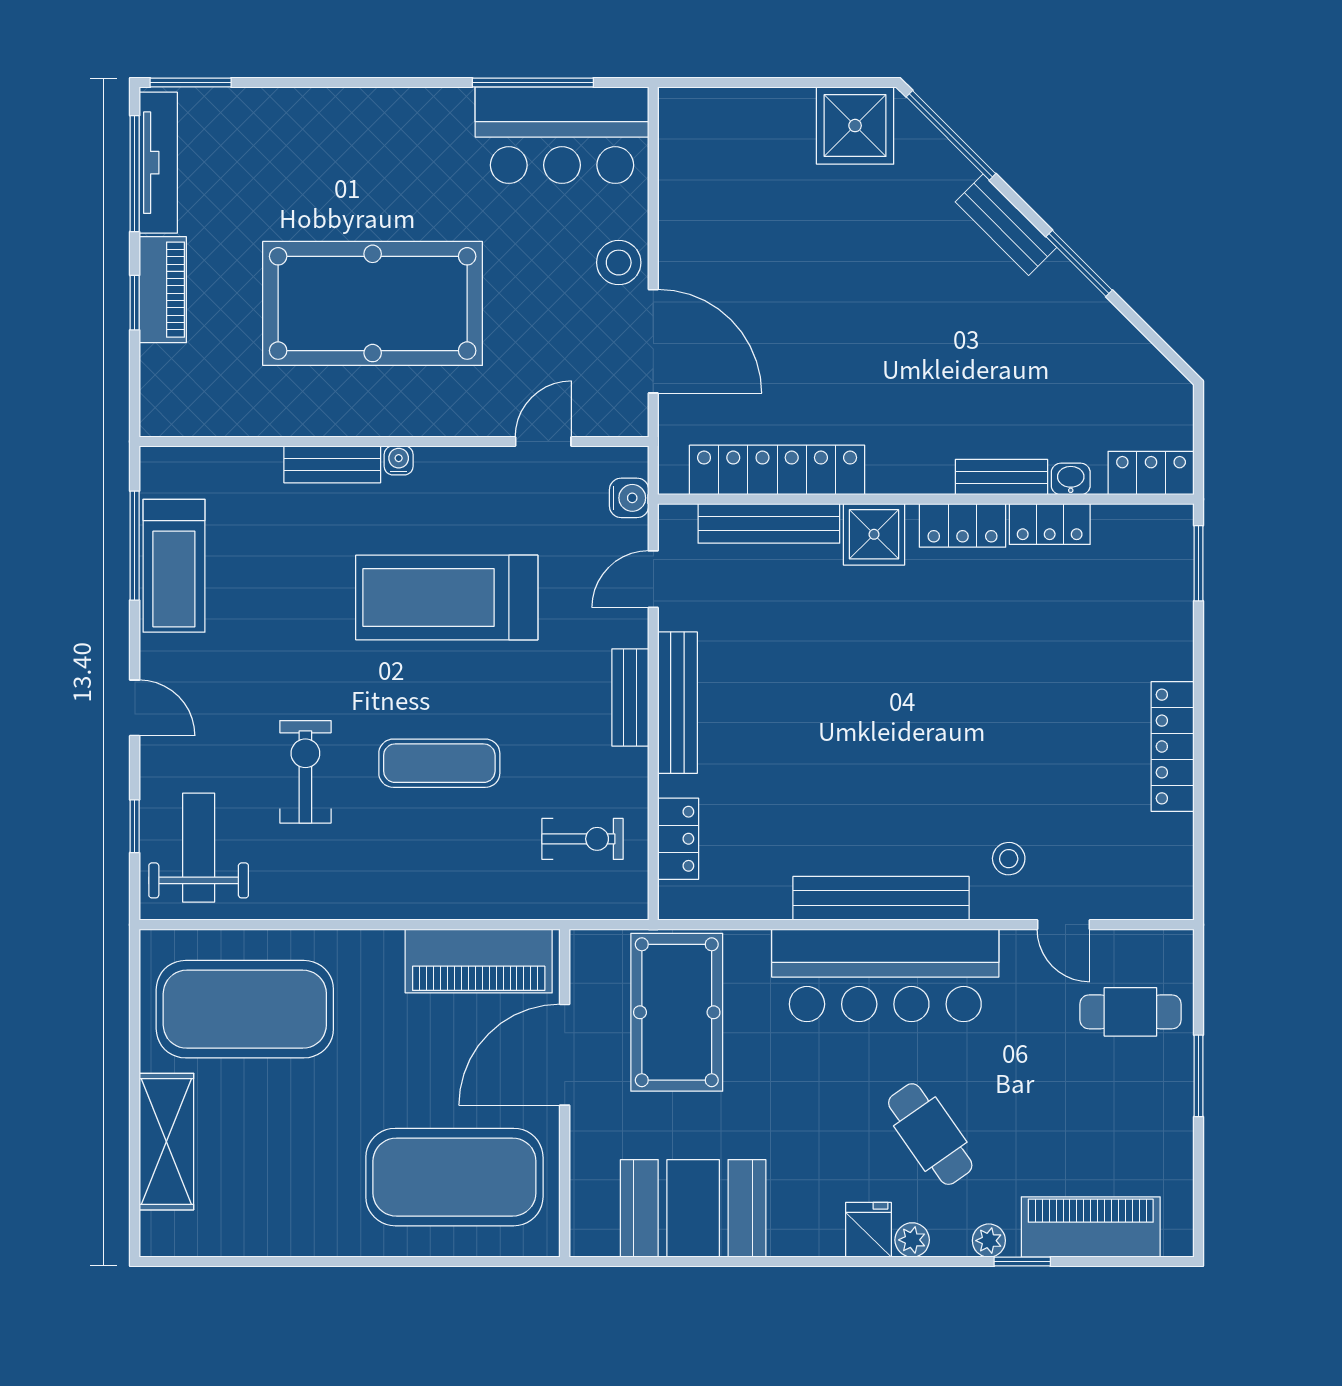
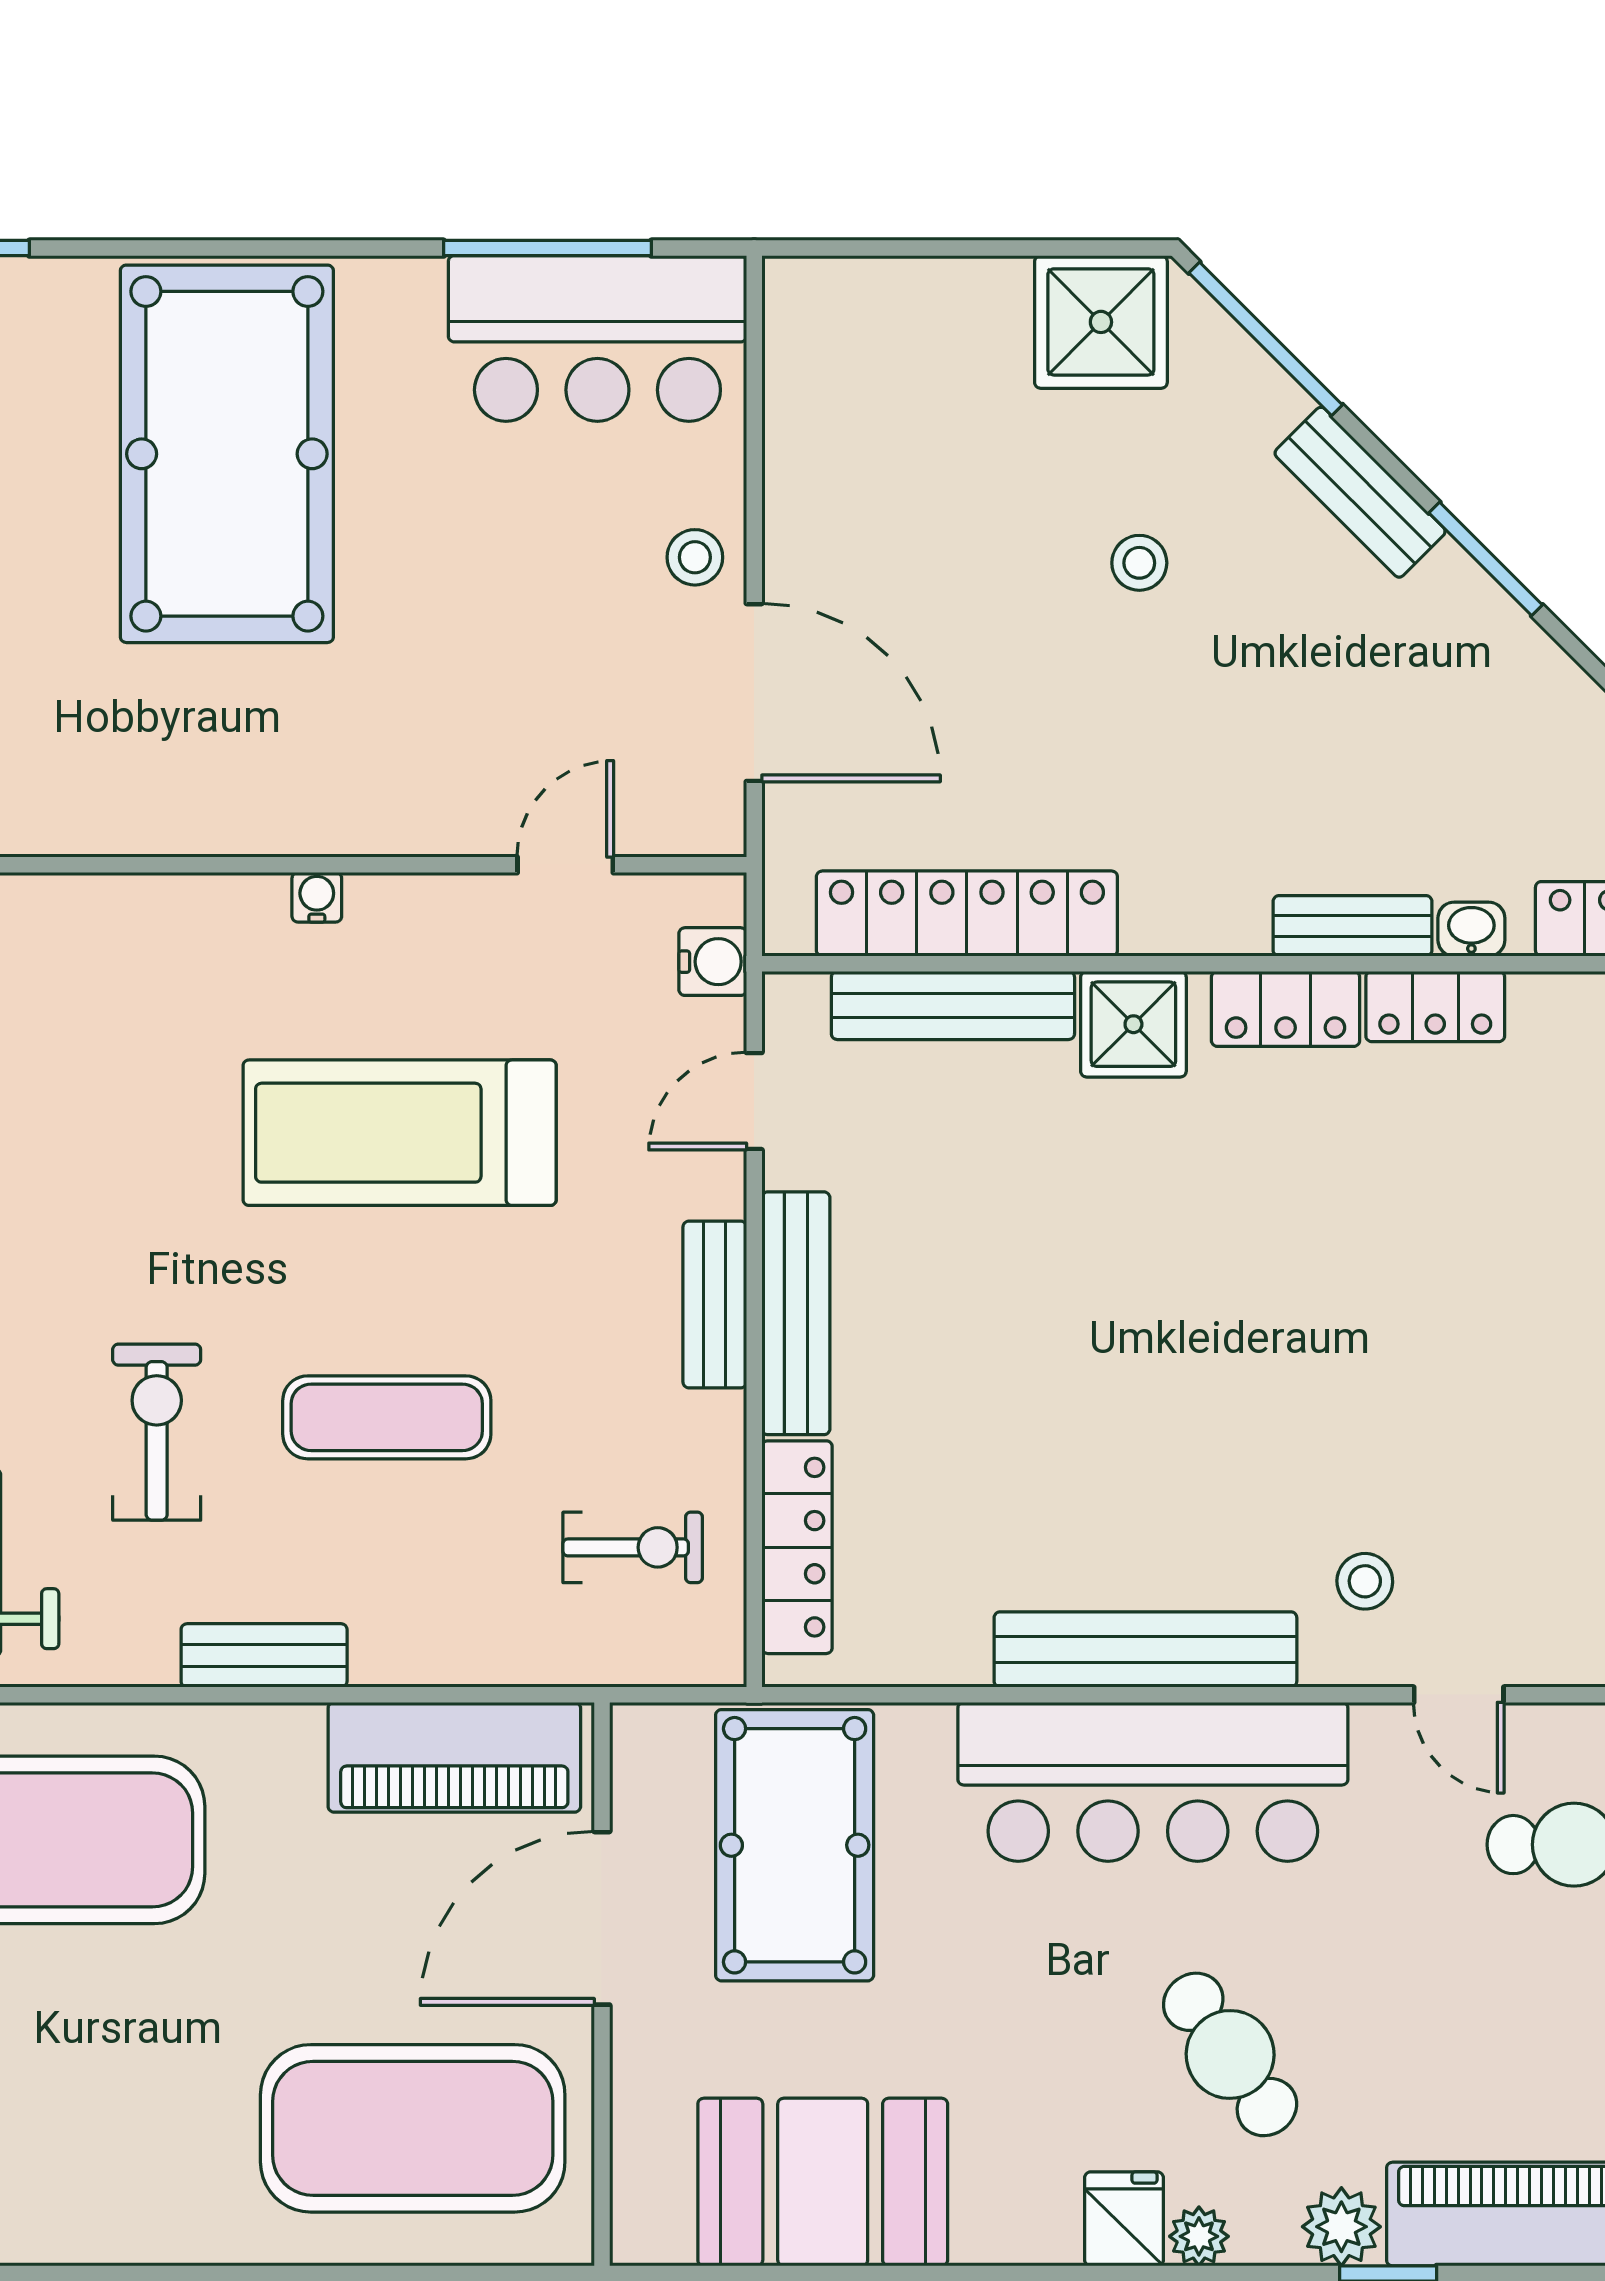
stool: (619, 263) -> (695, 557), width x0.73, depth x0.73
stool: (877, 266) -> (1139, 563), added
pool table: (373, 303) -> (227, 454), moved, turned 90
bench: (332, 464) -> (264, 1655), moved
locker: (678, 839) -> (797, 1547), width x1.53
plant: (989, 1241) -> (1341, 2227), width x1.38, depth x1.38

